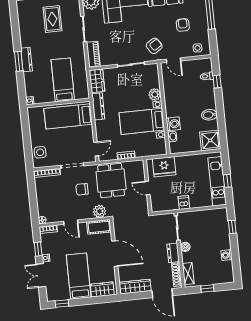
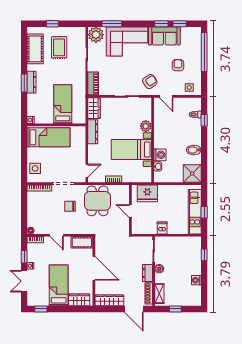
cot: (27, 23) -> (35, 49), added
bed: (68, 116) -> (49, 137), moved, turned 180
plant: (99, 211) -> (84, 228), removed

